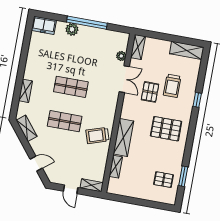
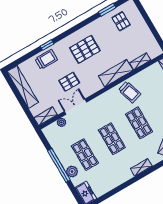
shelving: (187, 50) -> (23, 87), width x1.47
shop shelf: (77, 52) -> (85, 155), added
trolley: (172, 86) -> (46, 59), moved
pallet: (166, 129) -> (85, 49), turned 90

